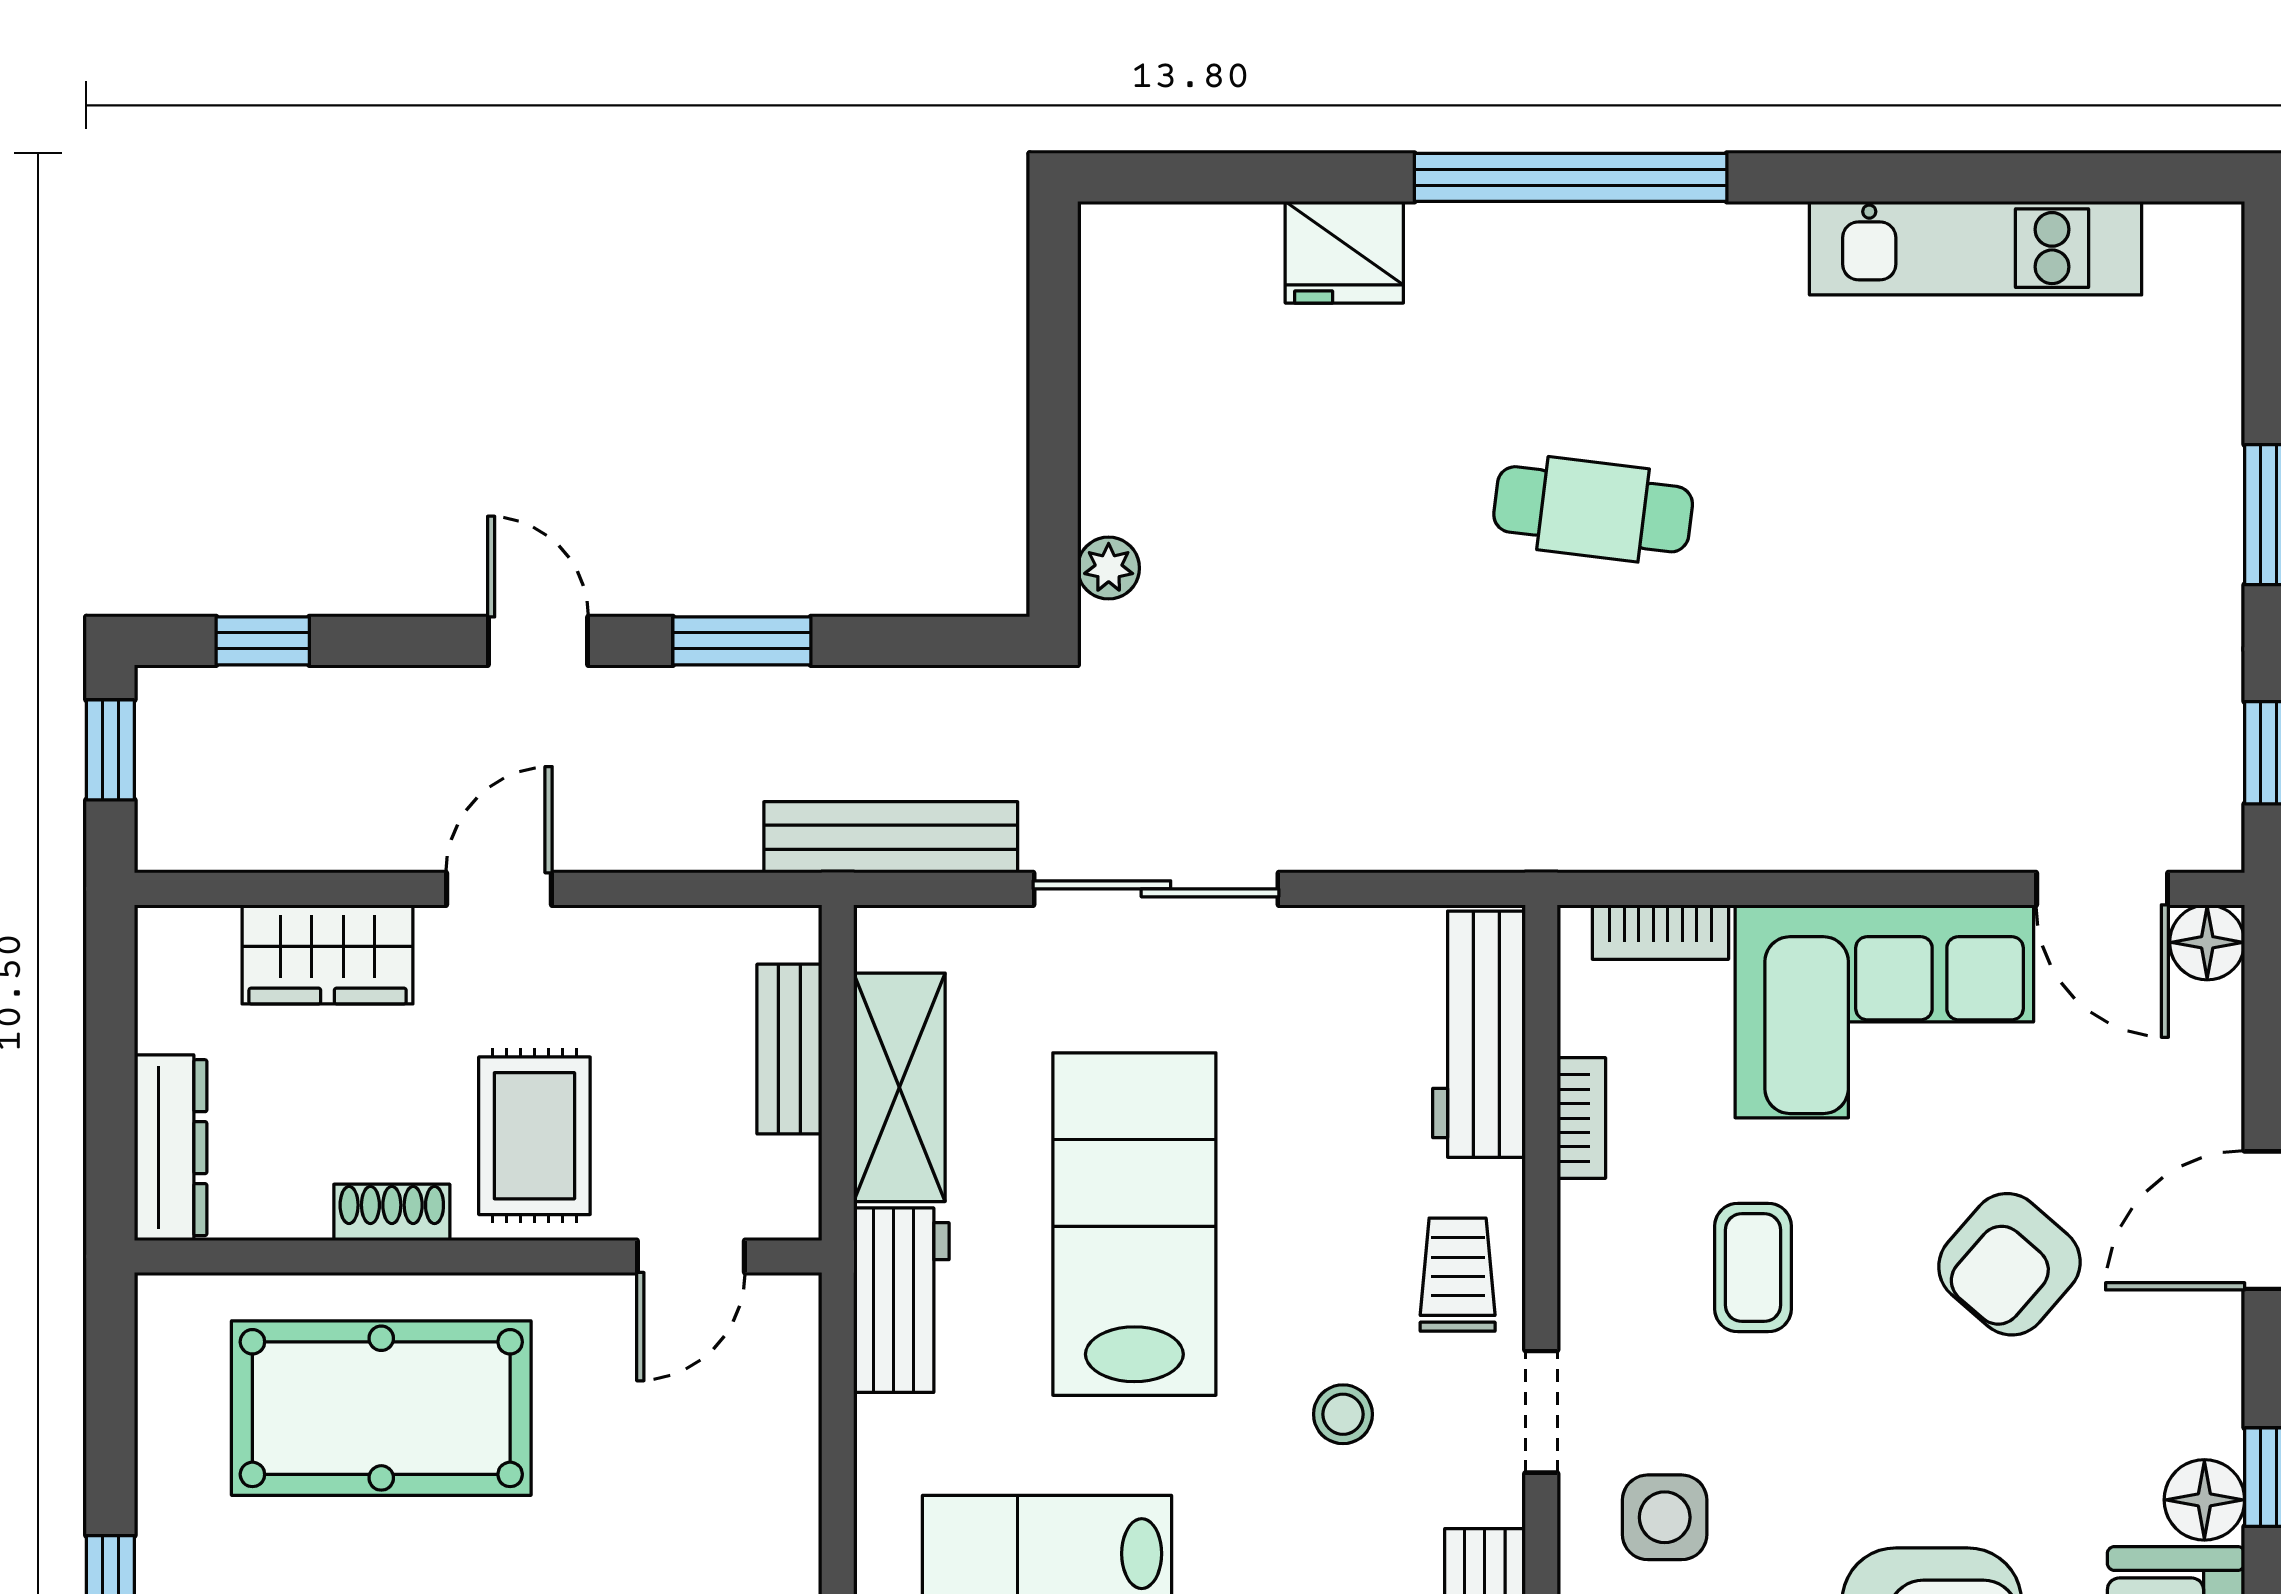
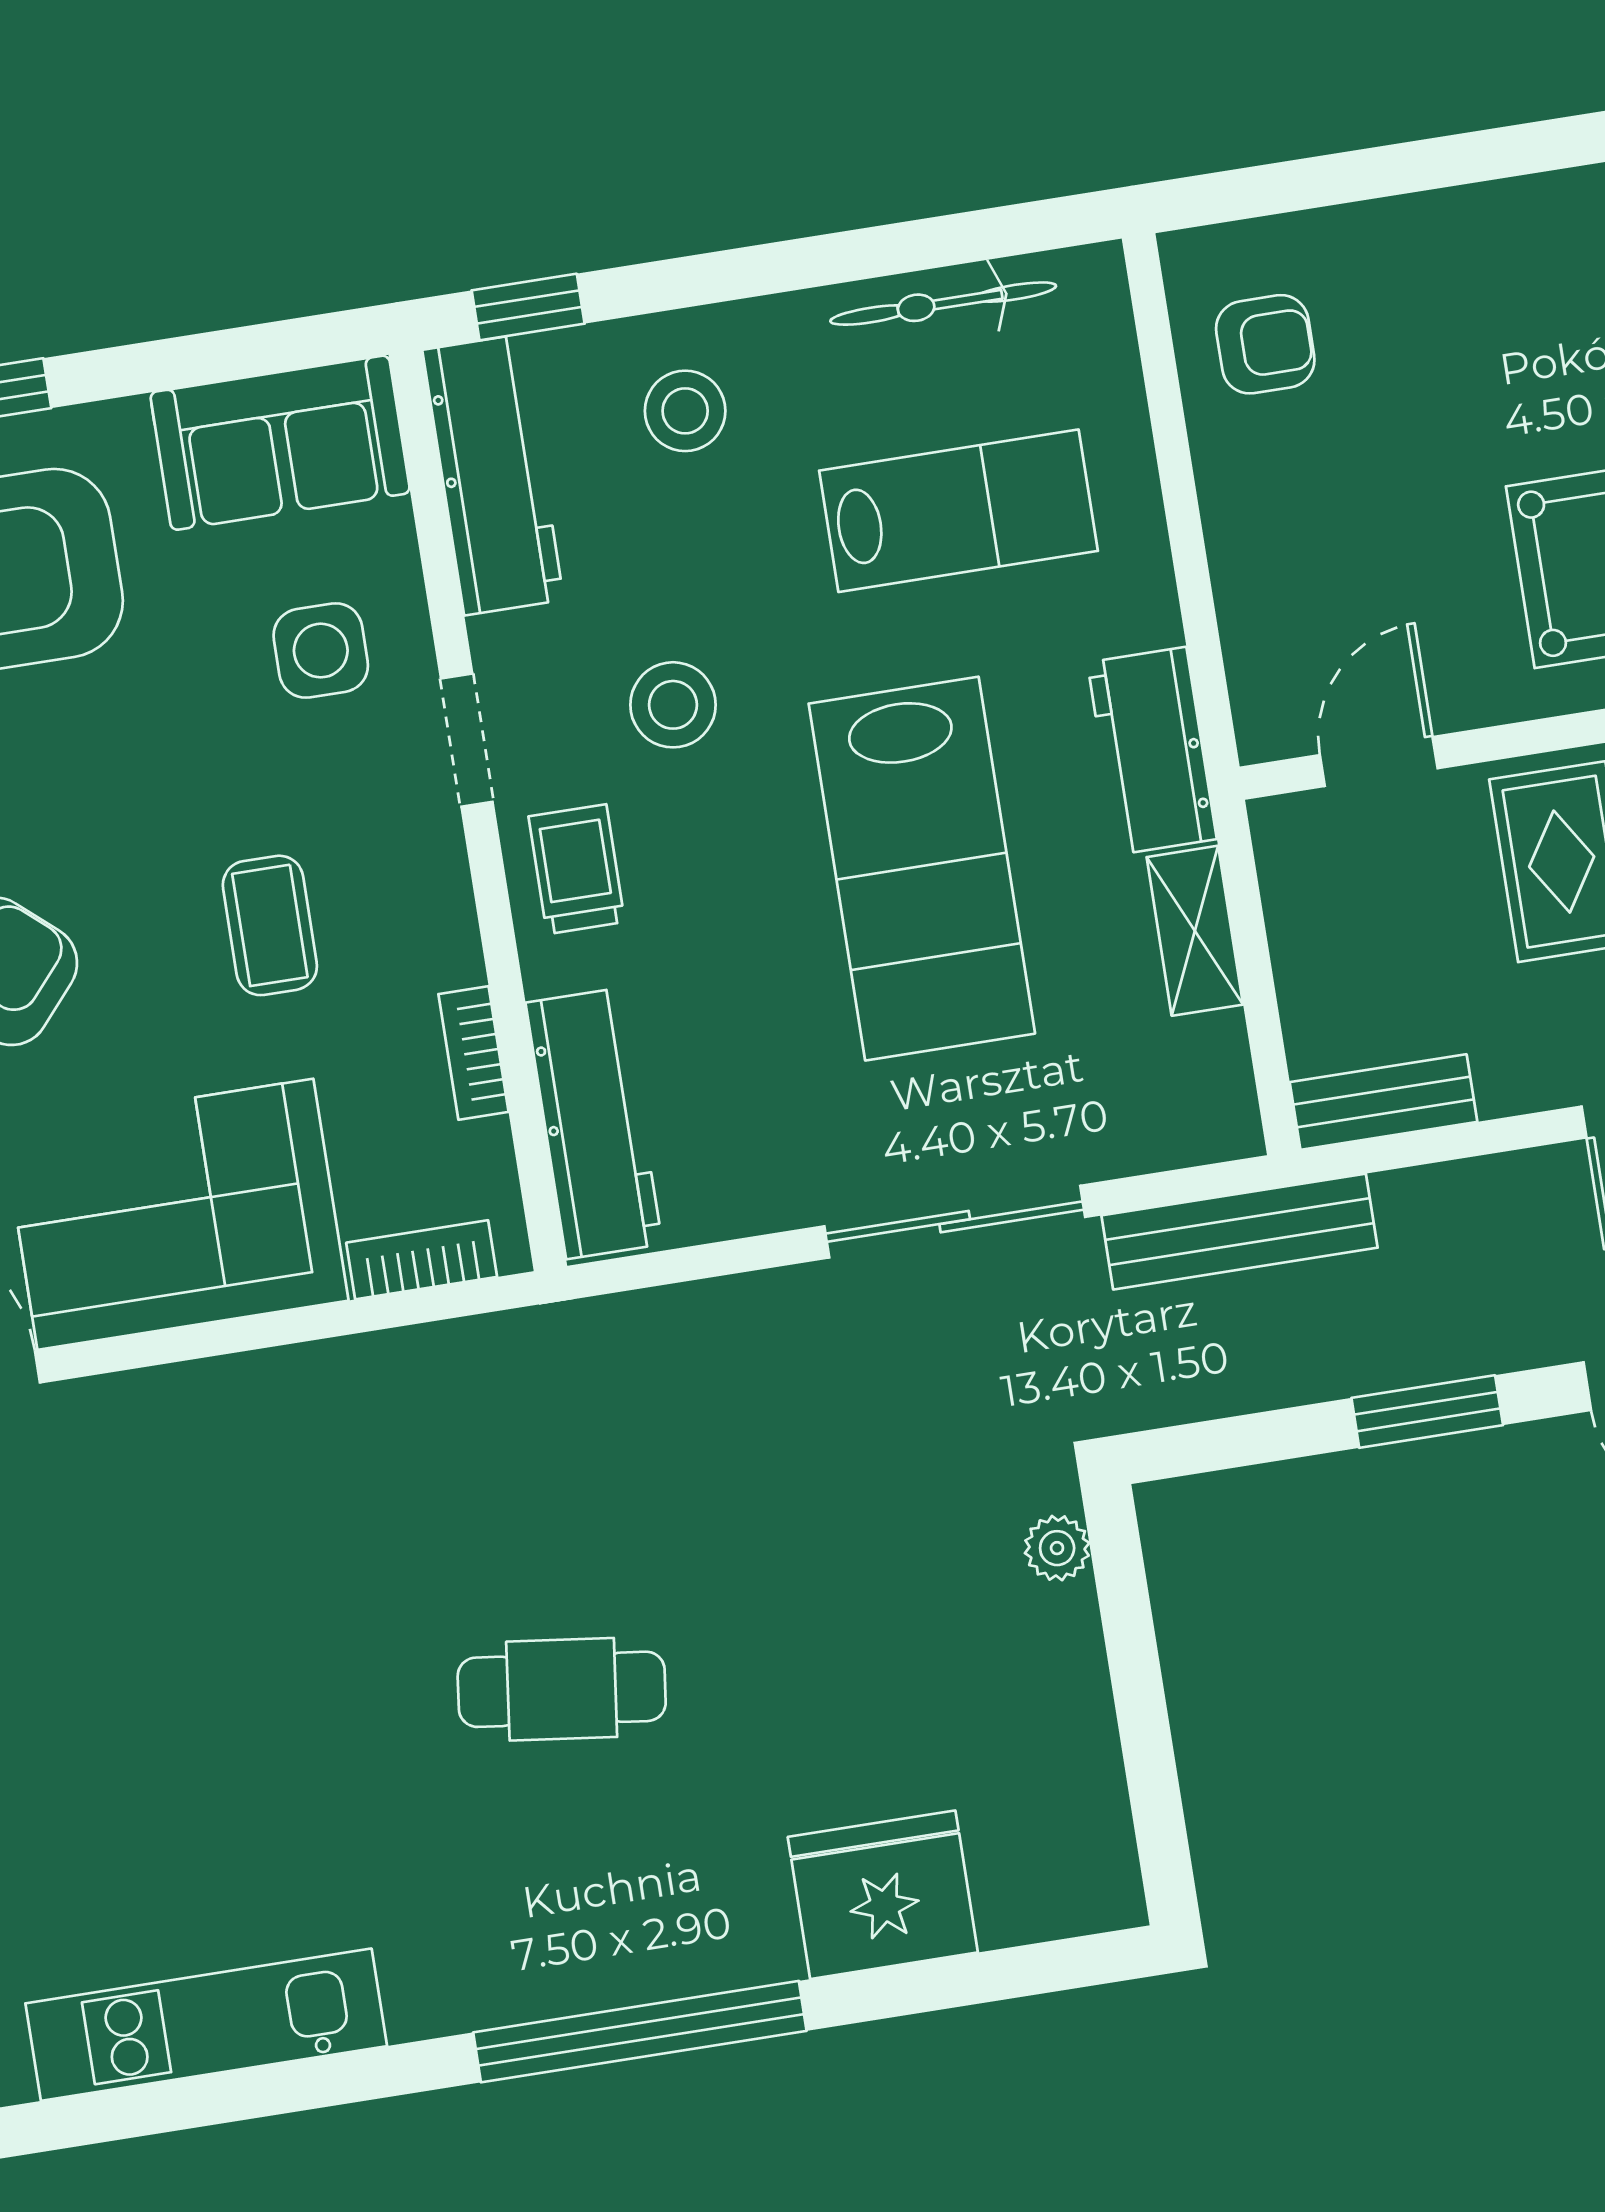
fridge: (1344, 252) -> (883, 1895), width x1.36, depth x1.34
bench: (789, 1049) -> (1383, 1102), moved, turned 90
shelving: (899, 1087) -> (1195, 931), width x0.67, depth x0.75
trolley: (1458, 1275) -> (577, 869), turned 180
stool: (1343, 1414) -> (673, 705), width x1.37, depth x1.37

